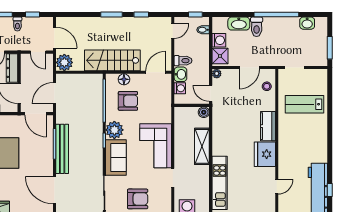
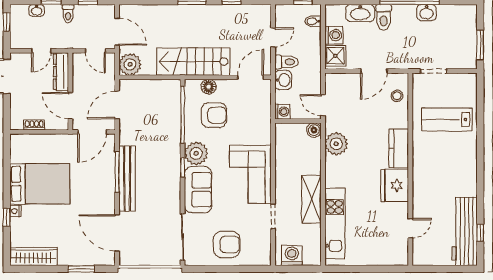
washbasin: (307, 23) -> (427, 12), moved
door: (173, 31) -> (273, 37), moved
plant: (217, 74) -> (336, 144), moved, width x1.88, depth x1.88
washing machine: (180, 88) -> (282, 112), moved
door: (36, 114) -> (92, 132), hinge flipped
shelving: (202, 146) -> (311, 199), moved

